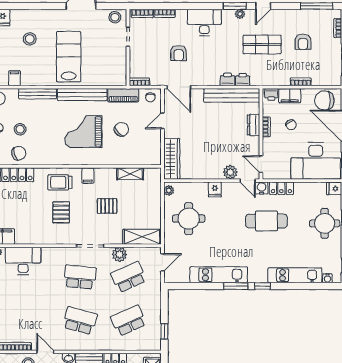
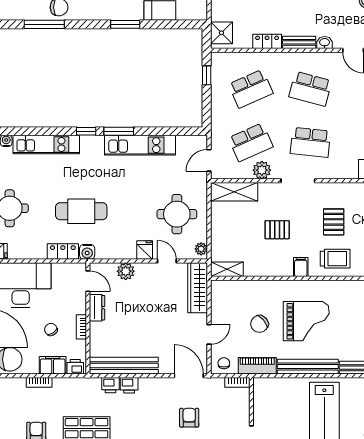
dresser: (254, 125) -> (97, 308), moved
shelving: (130, 174) -> (227, 269), moved
door: (248, 181) -> (167, 261), moved

